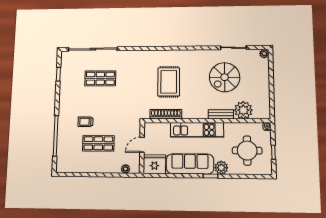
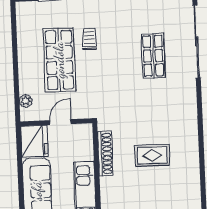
rug: (169, 82) -> (152, 155), width x0.73, depth x0.70
shop shelf: (98, 143) -> (59, 60), width x1.43, depth x1.36
door: (142, 145) -> (60, 122), hinge flipped

